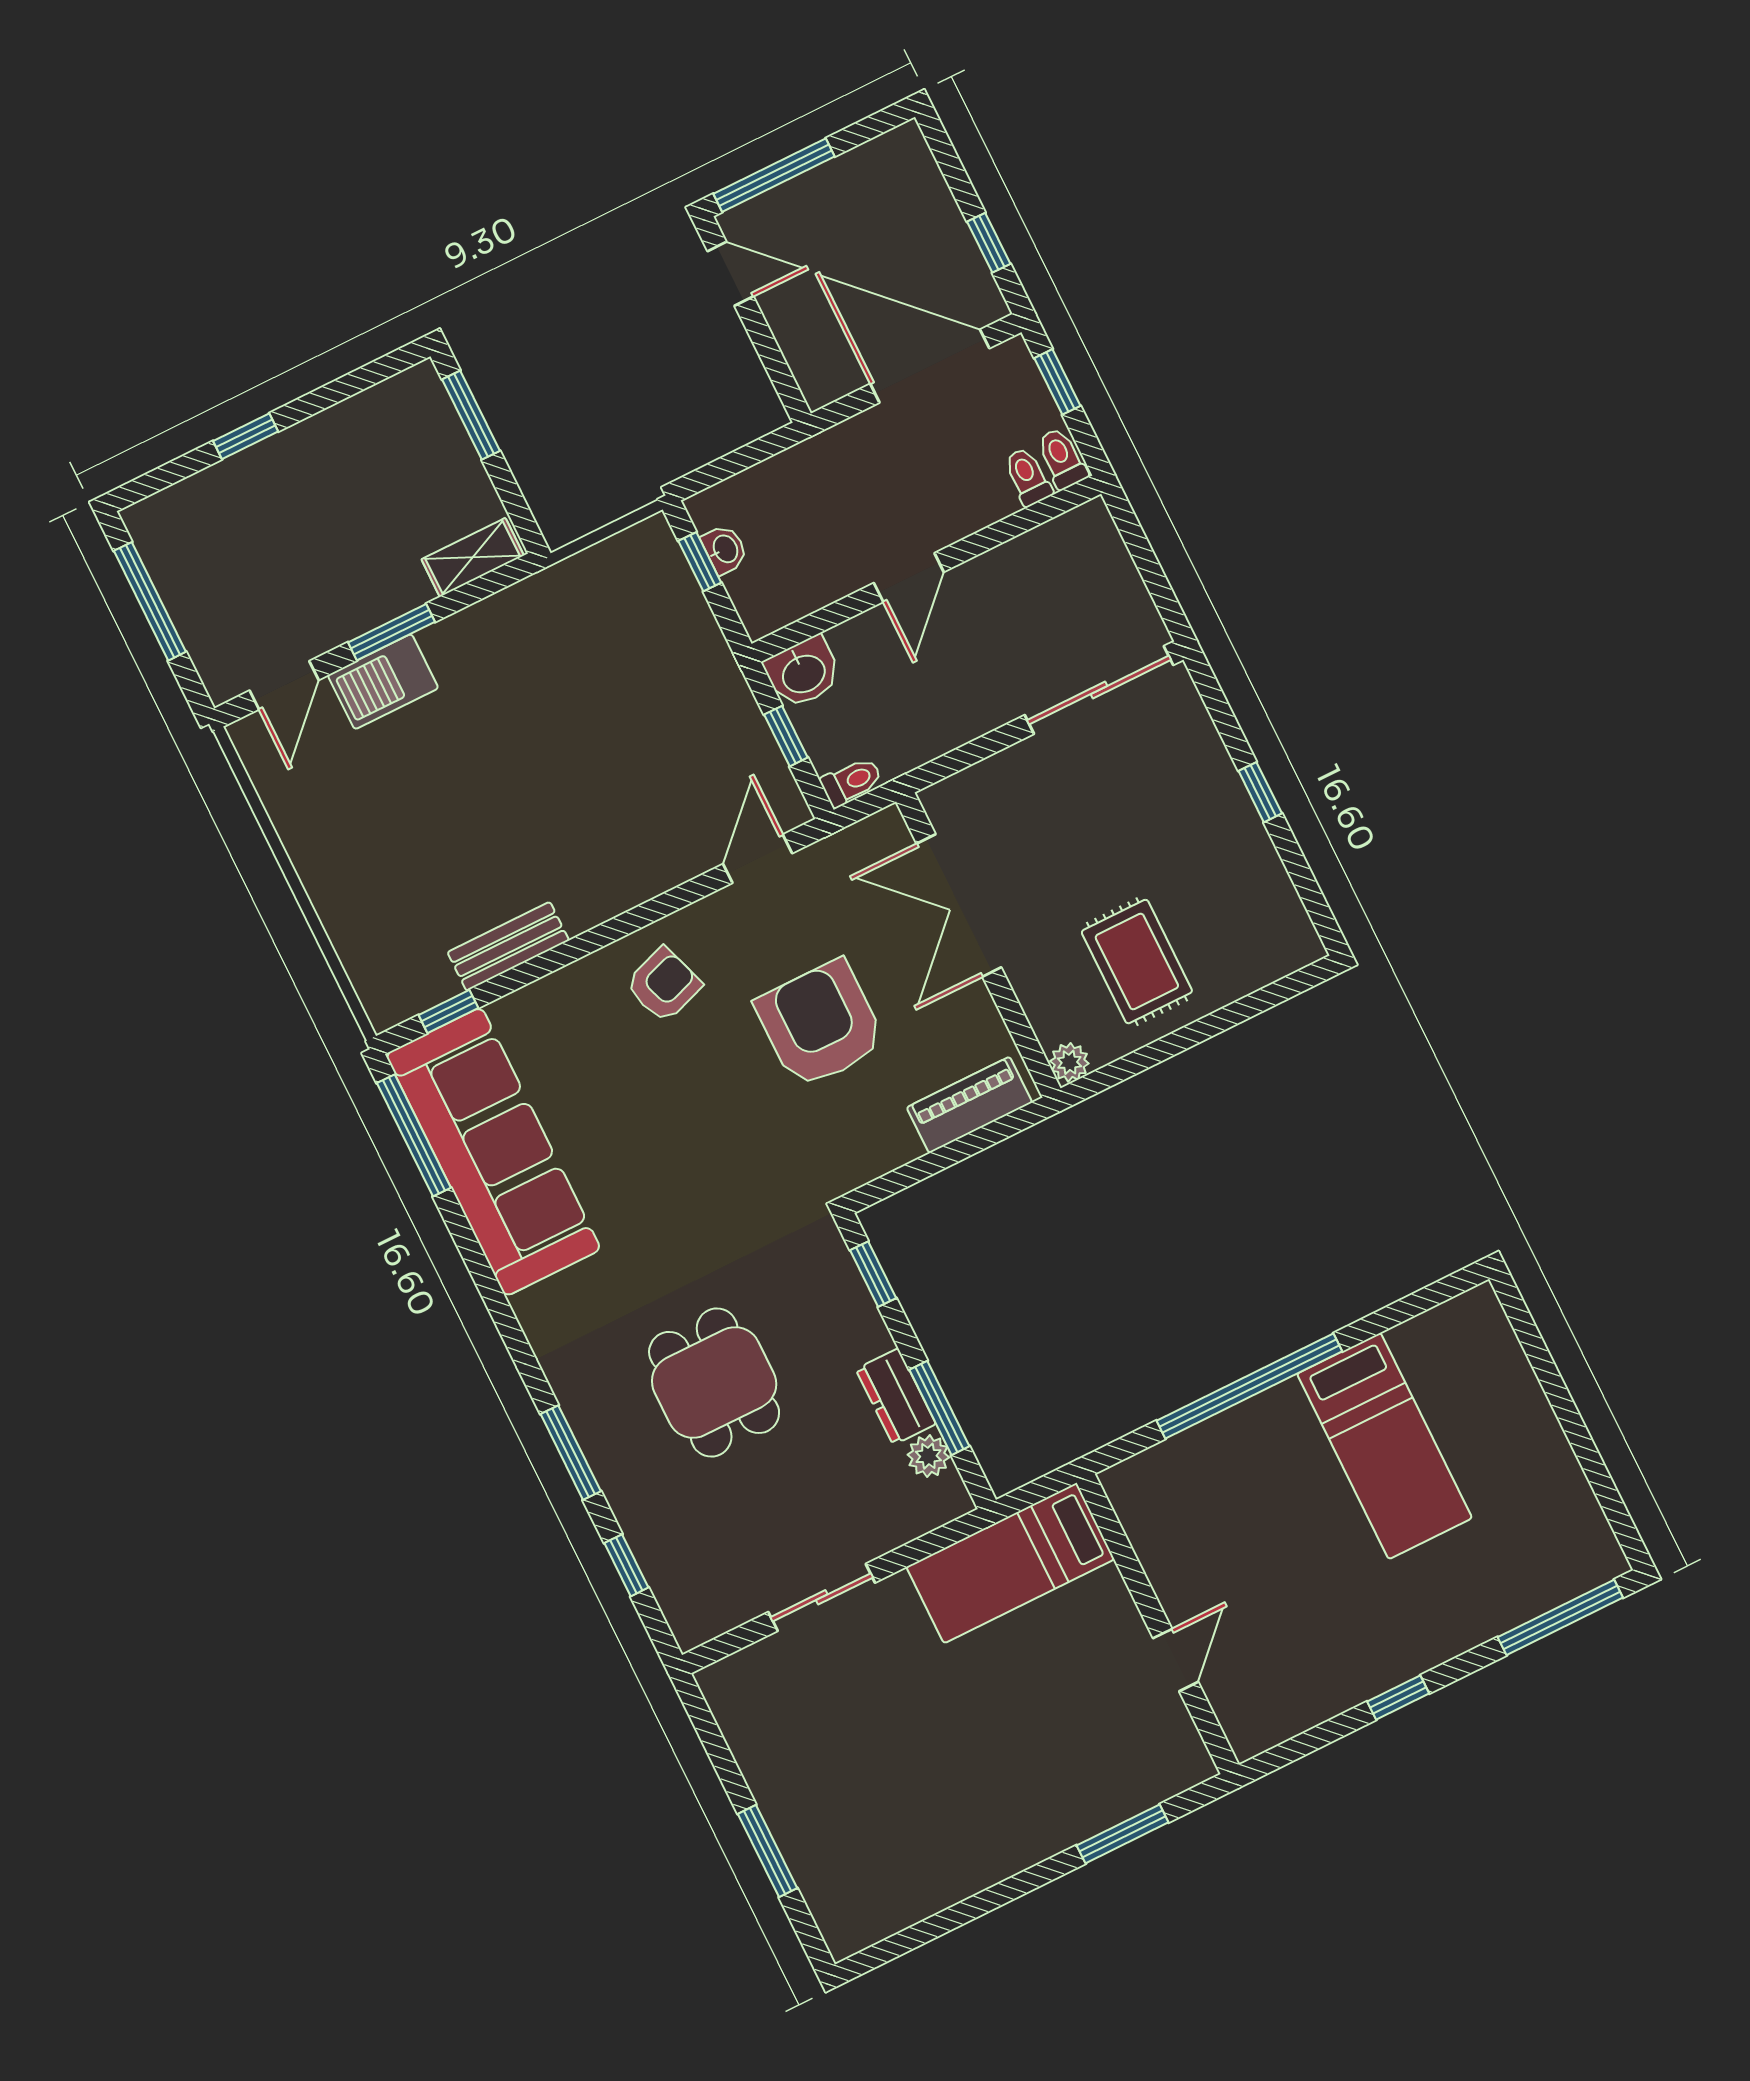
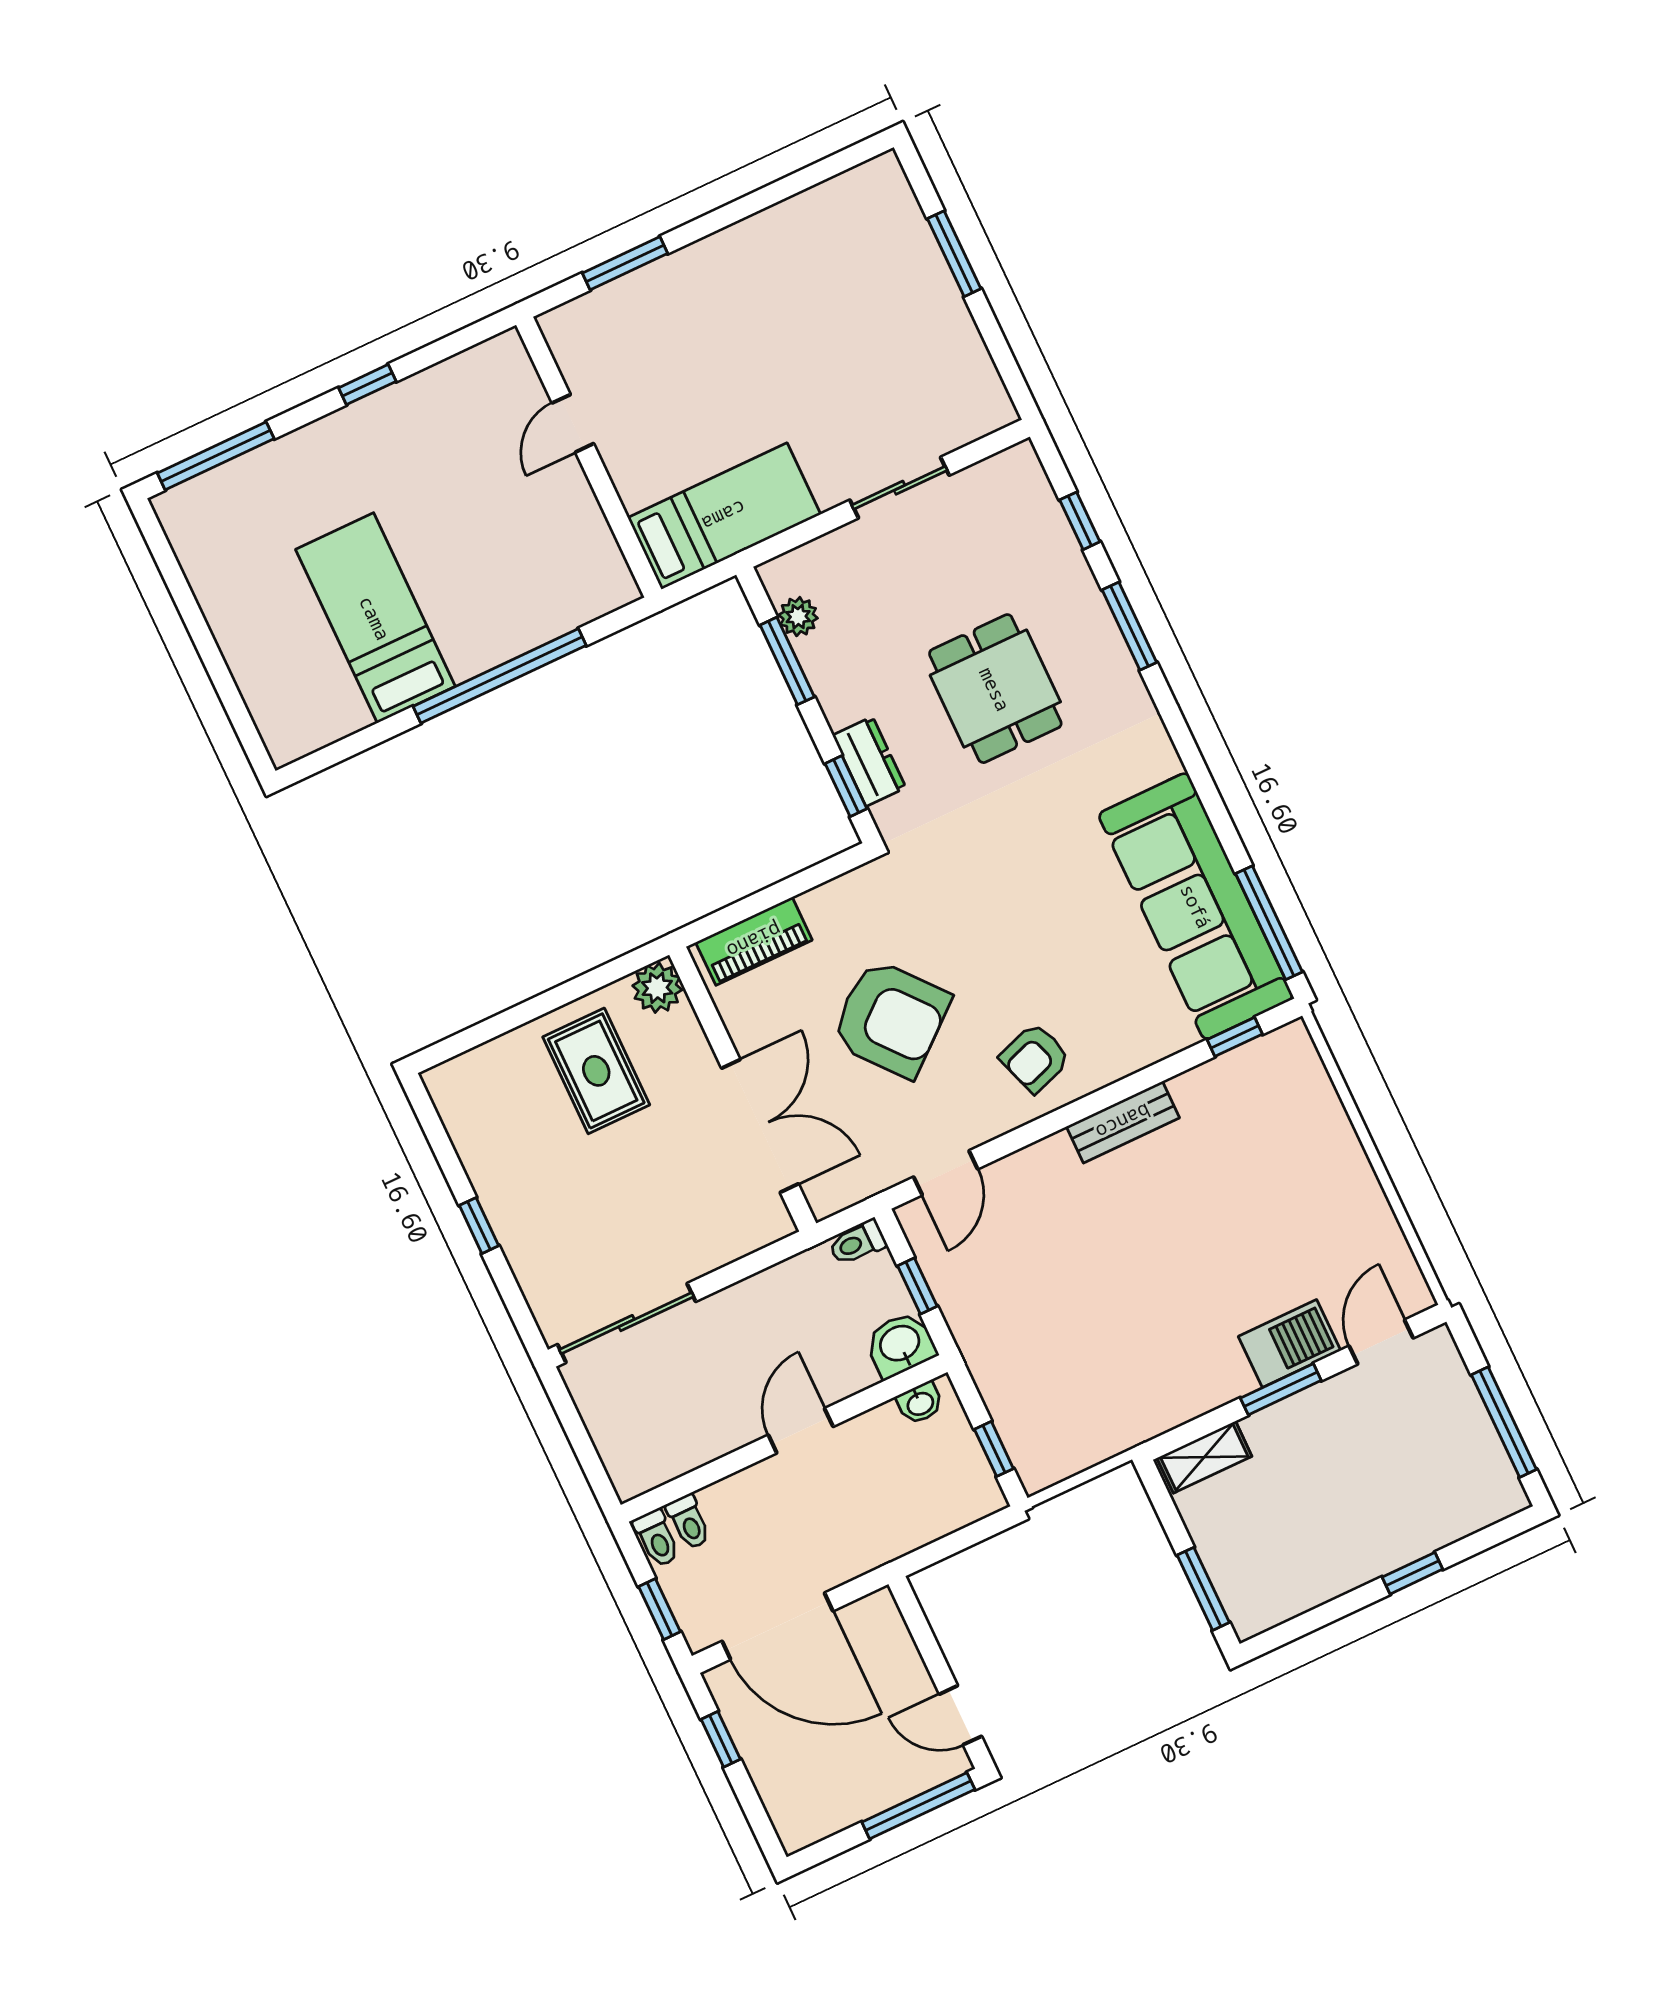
washbasin: (725, 549) -> (920, 1403), moved, turned -90
bench: (508, 946) -> (1123, 1122), moved
armchair: (820, 1024) -> (891, 1019), turned -40
plant: (1069, 1062) -> (657, 988), width x1.38, depth x1.38
dresser: (896, 1397) -> (869, 761), moved

